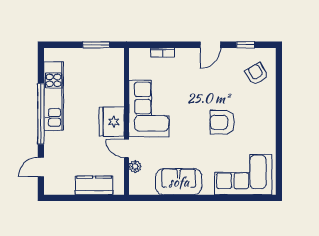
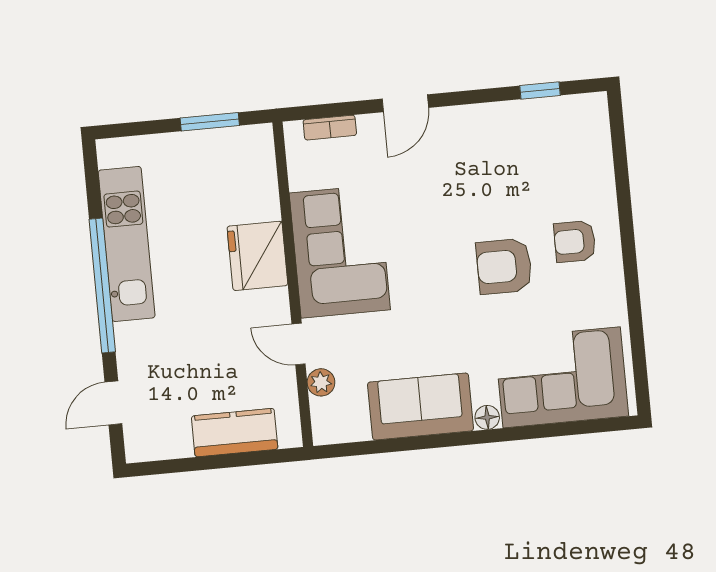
door: (210, 45) -> (405, 103), moved
bookcase: (163, 52) -> (330, 128), moved
armchair: (257, 74) -> (575, 241), moved, turned -59
fridge: (112, 122) -> (257, 256), moved
floor lamp: (208, 189) -> (487, 417), added

